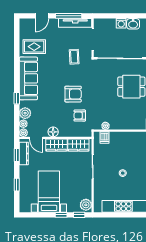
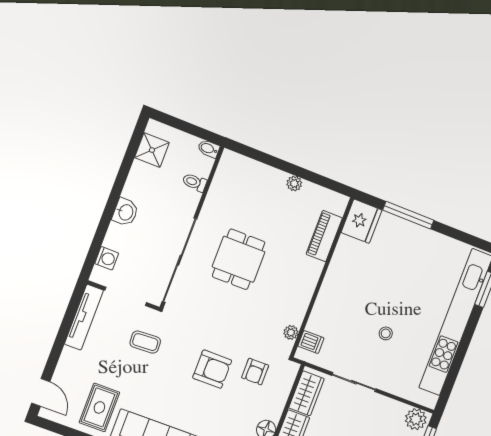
door: (42, 16) -> (41, 392), moved
window: (69, 16) -> (66, 324), removed
washing machine: (121, 23) -> (107, 258), moved
armchair: (73, 94) -> (212, 369), turned 90

